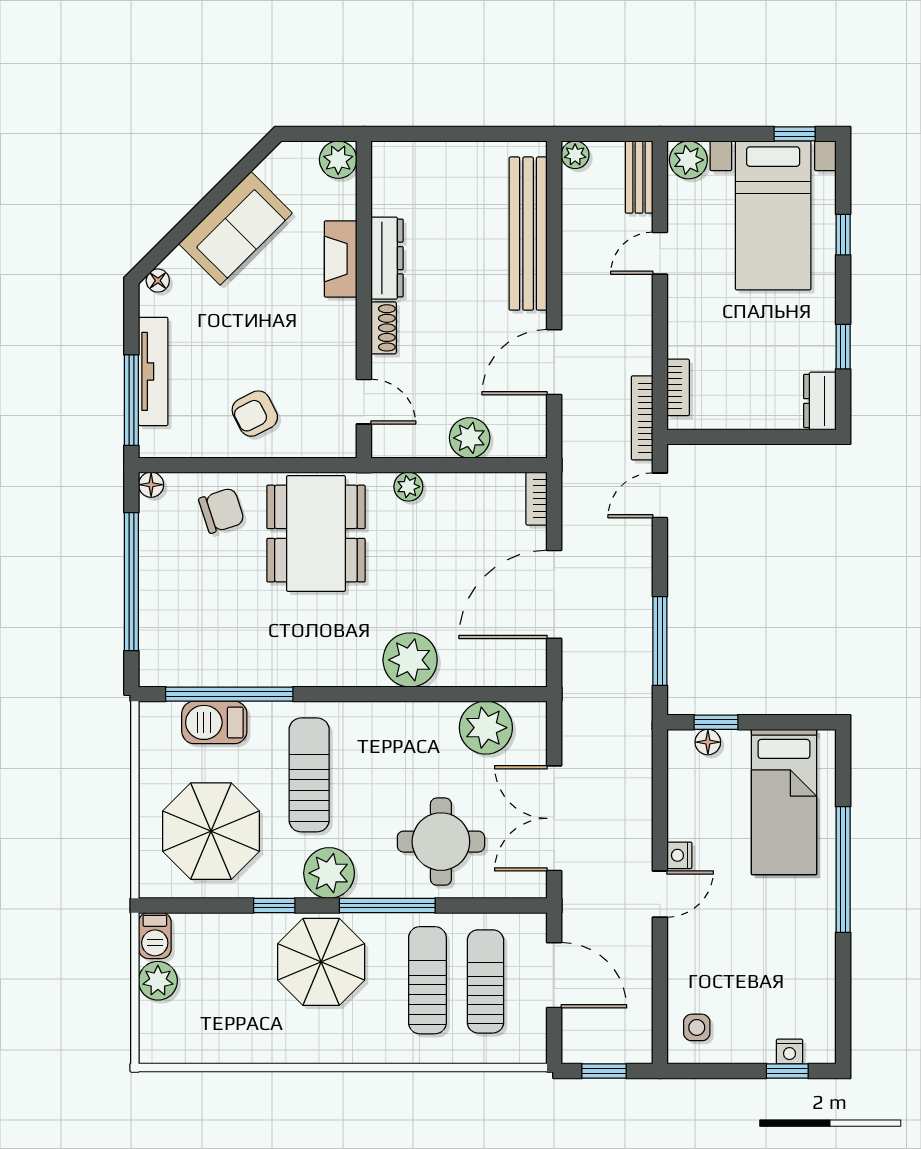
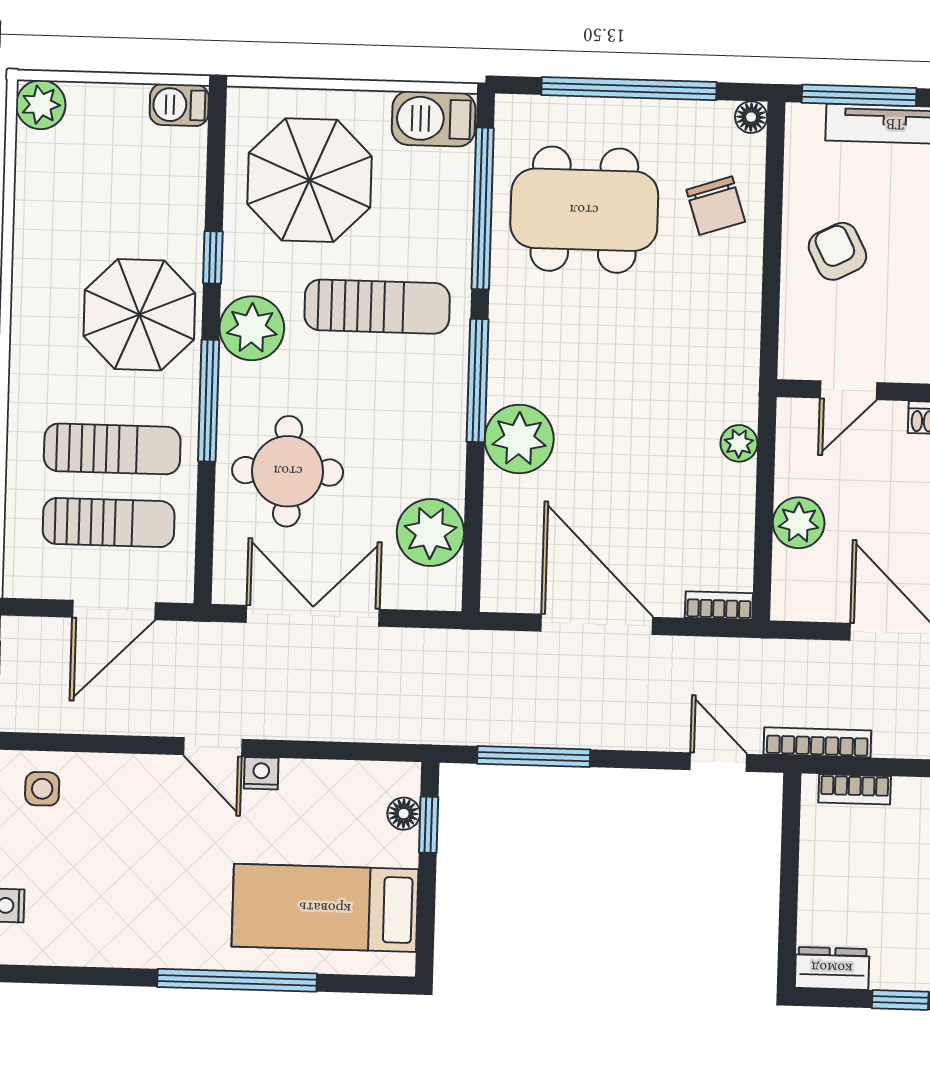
dining table: (316, 534) -> (584, 210), moved
window: (365, 694) -> (477, 380), added
barbecue: (214, 722) -> (434, 119), moved, turned -90
plant: (158, 981) -> (41, 105), moved

